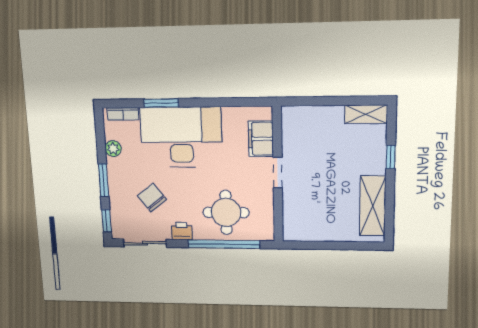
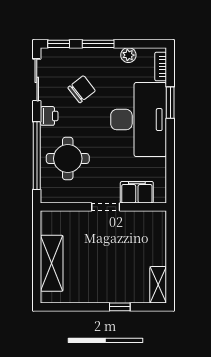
shelving: (373, 206) -> (52, 263), moved, turned 90

